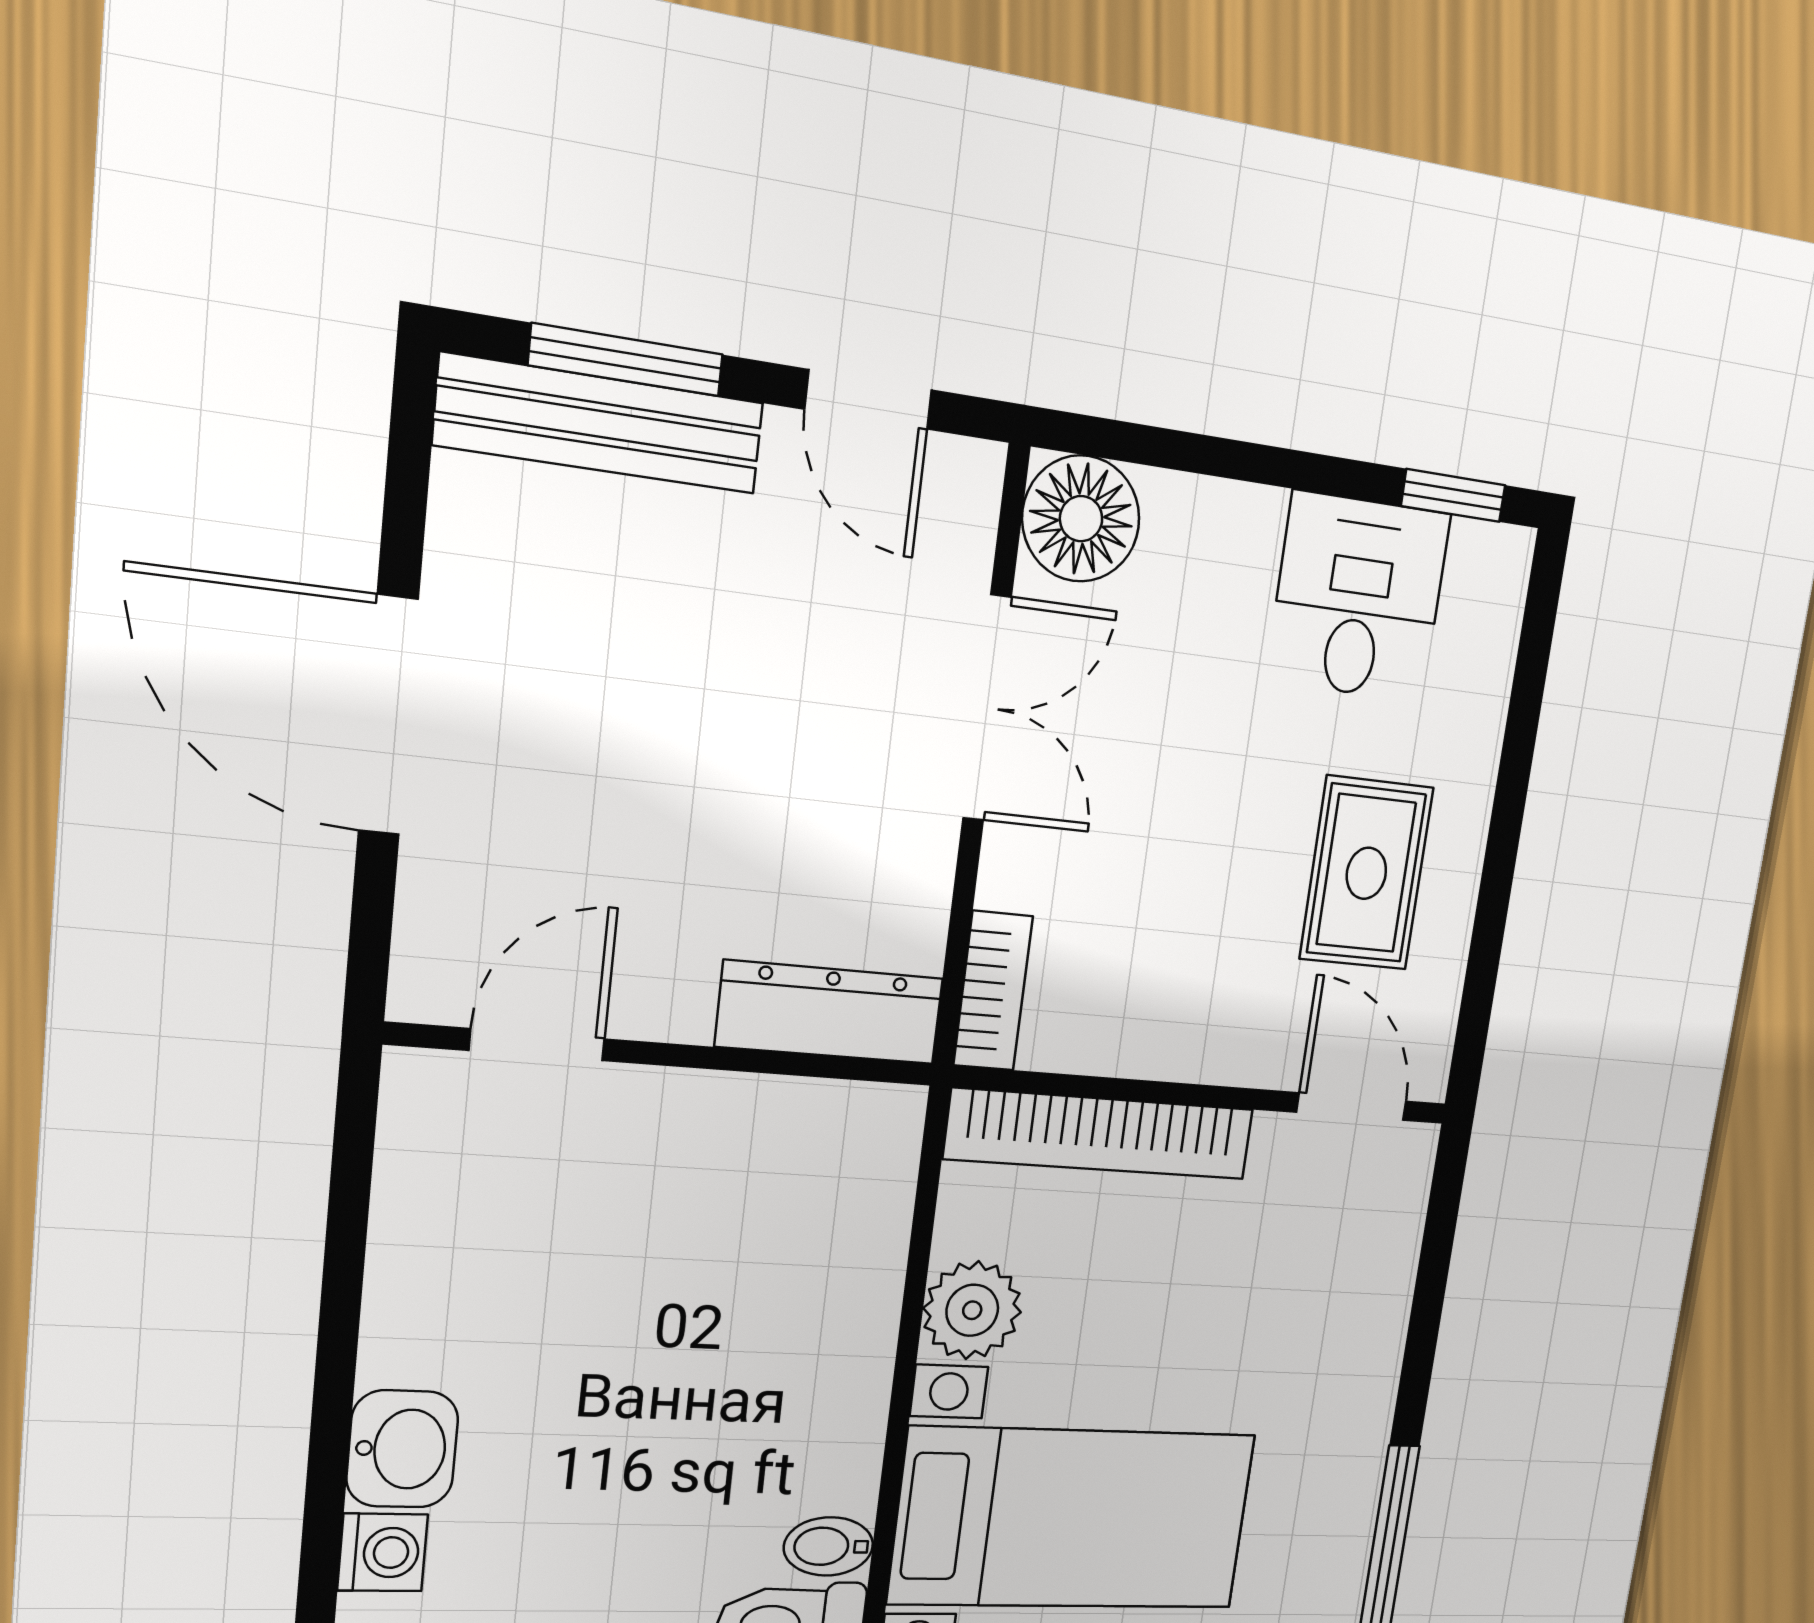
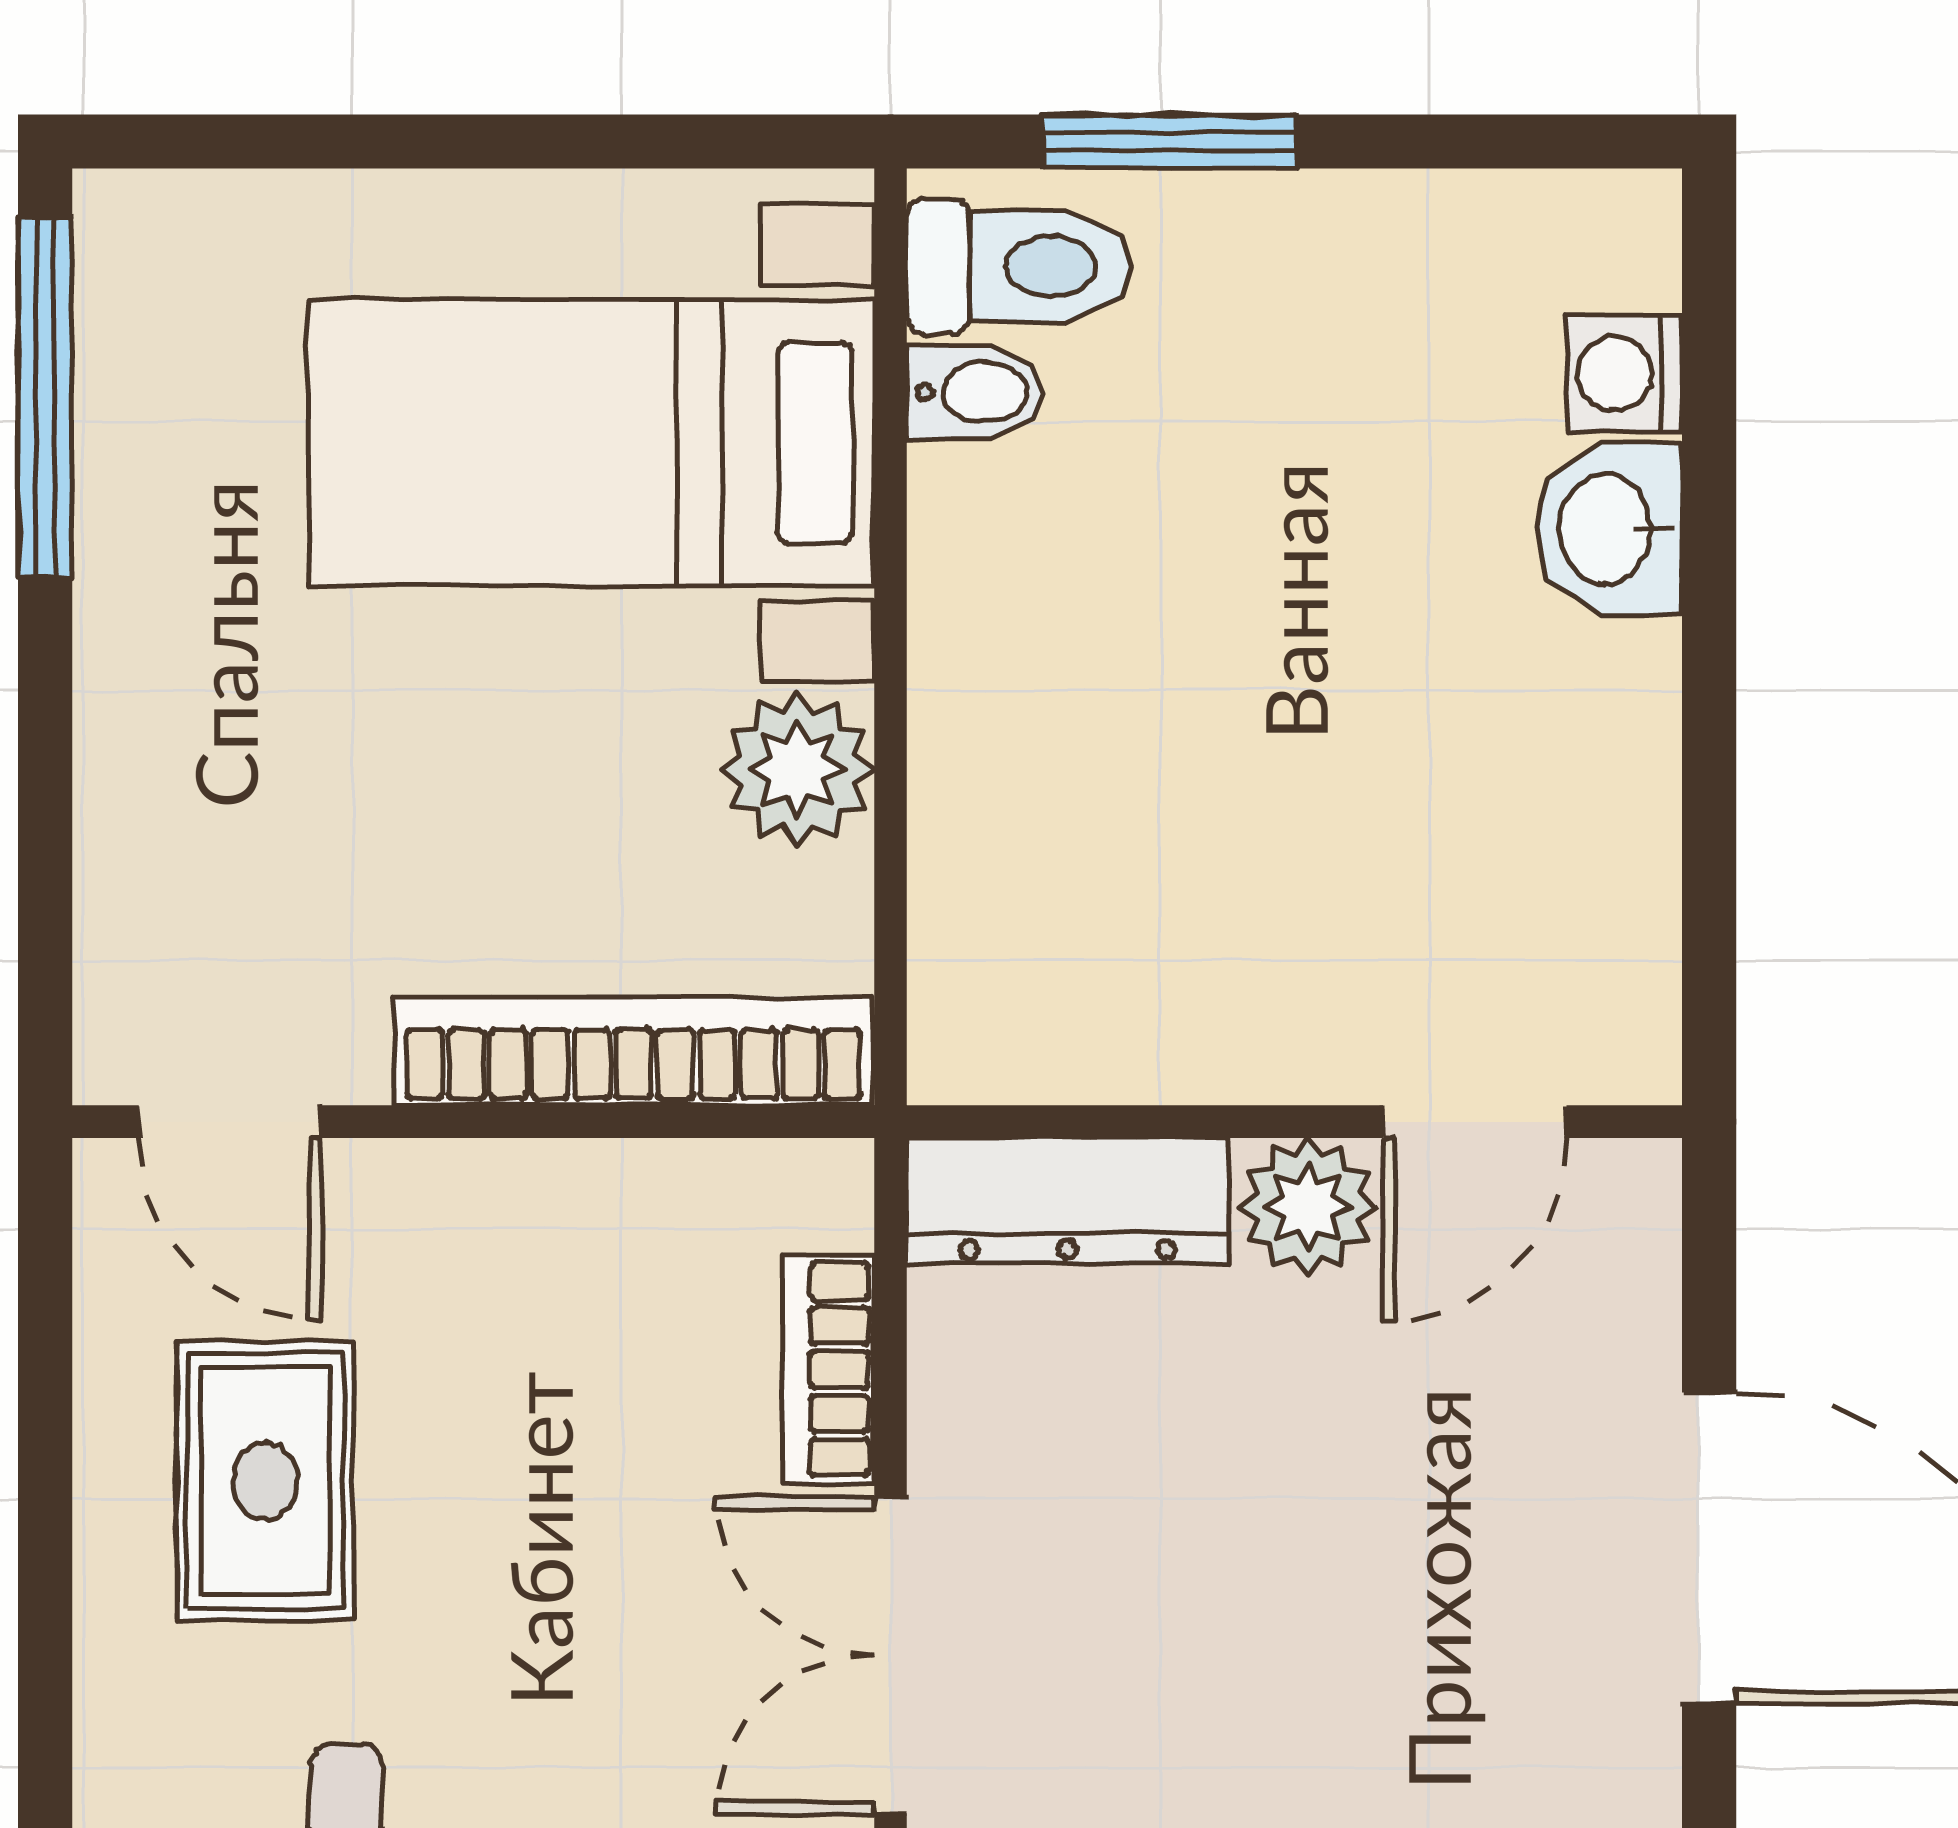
bookcase: (993, 991) -> (829, 1370), moved
plant: (663, 994) -> (1308, 1207), added

